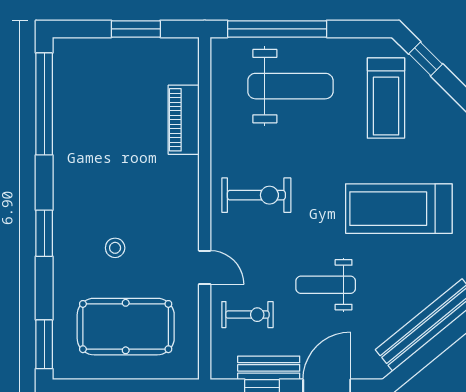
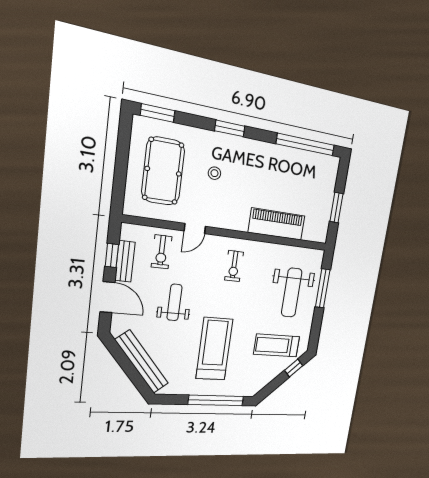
window: (277, 29) -> (323, 288), width x0.68
piano: (184, 120) -> (277, 224), width x1.37, depth x1.33
exercise bike: (256, 195) -> (234, 266), width x0.73, depth x0.72

